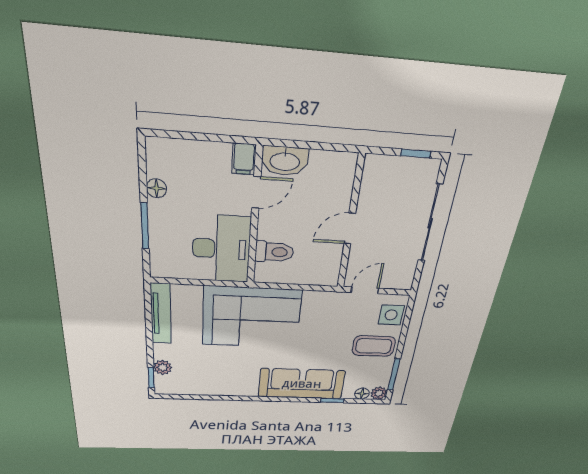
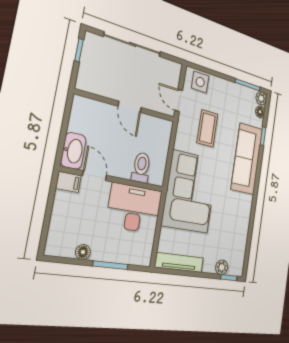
coffee table: (374, 346) -> (207, 128), moved

